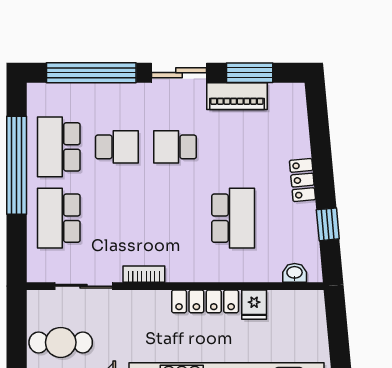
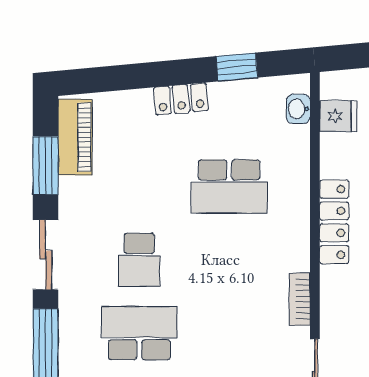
piano: (237, 96) -> (75, 137), moved
school desk: (117, 147) -> (139, 333), width x1.85
school desk: (233, 218) -> (229, 186), turned 180
fridge: (254, 305) -> (338, 116), moved

